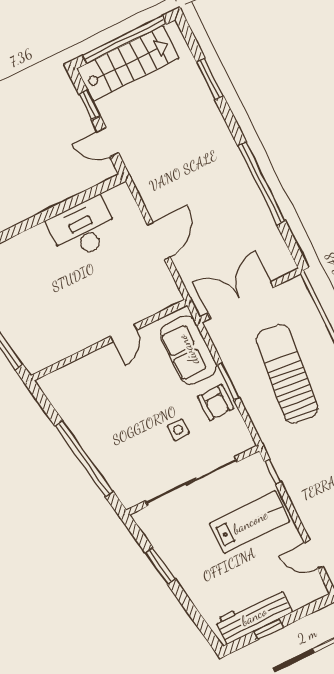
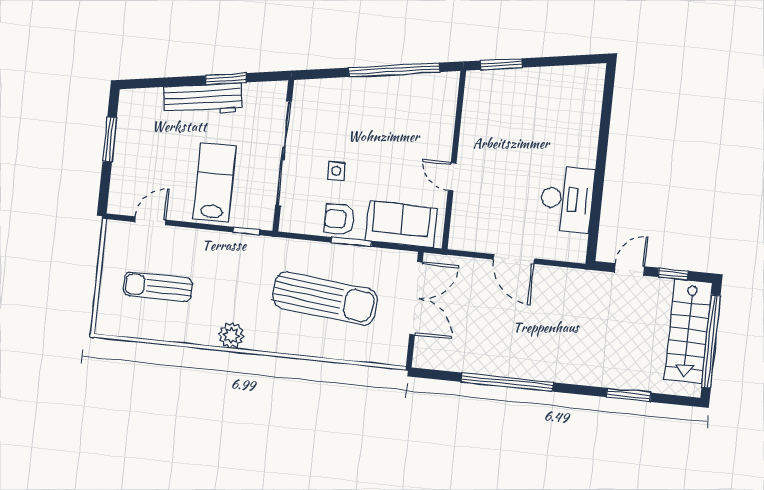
window: (84, 459) -> (394, 70), moved
lab bench: (250, 522) -> (215, 182), turned 180
workbench: (254, 616) -> (203, 99), moved, turned 81
window: (269, 629) -> (110, 139), width x1.50

